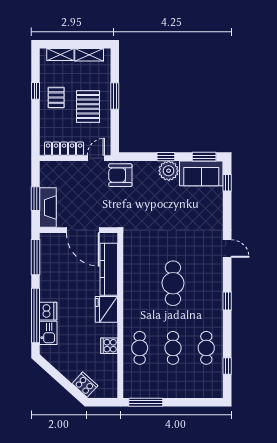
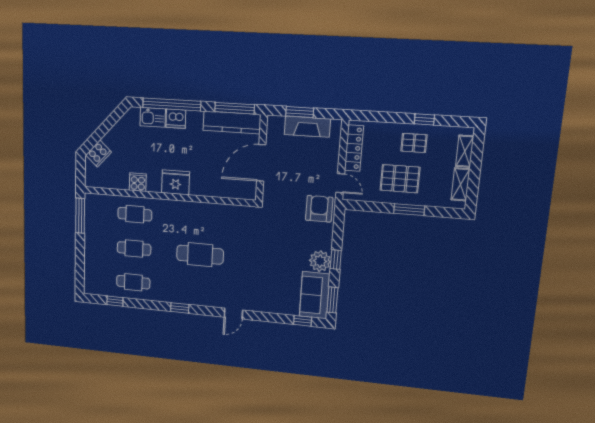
fireplace: (48, 208) -> (307, 127), moved
kitchen counter: (109, 269) -> (232, 122), moved, turned 180

